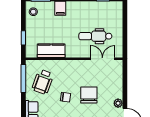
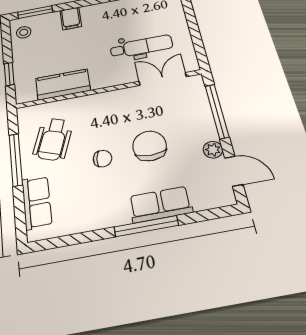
dental chair: (95, 36) -> (141, 47), turned 180
window: (23, 79) -> (16, 160), moved
window: (125, 83) -> (217, 111), added

